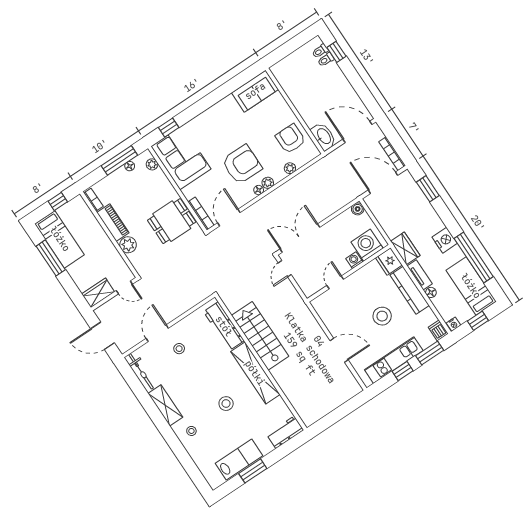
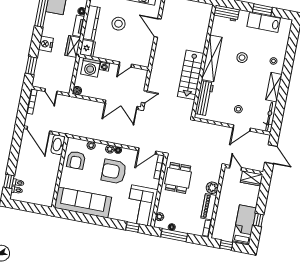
sofa: (255, 91) -> (83, 202), width x1.85, depth x1.27
door: (383, 183) -> (51, 91), width x0.53
dining table: (172, 221) -> (178, 178), turned 90
nightstand: (445, 240) -> (46, 44), moved
window: (51, 258) -> (258, 220), width x0.46

